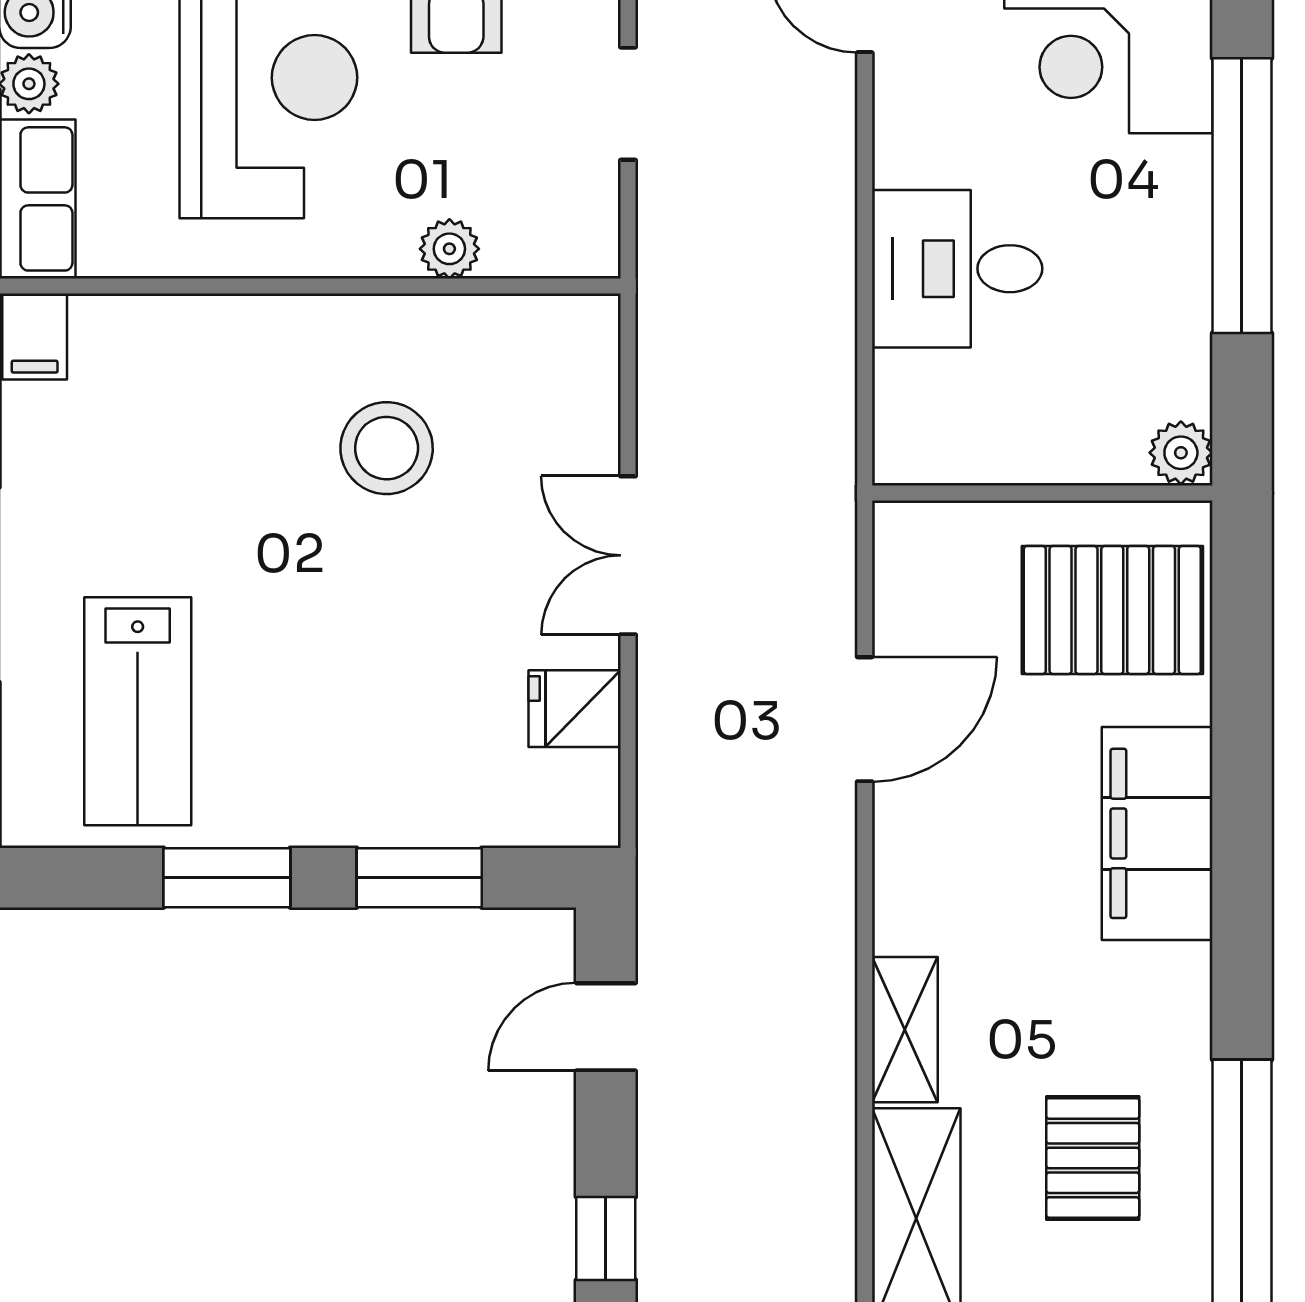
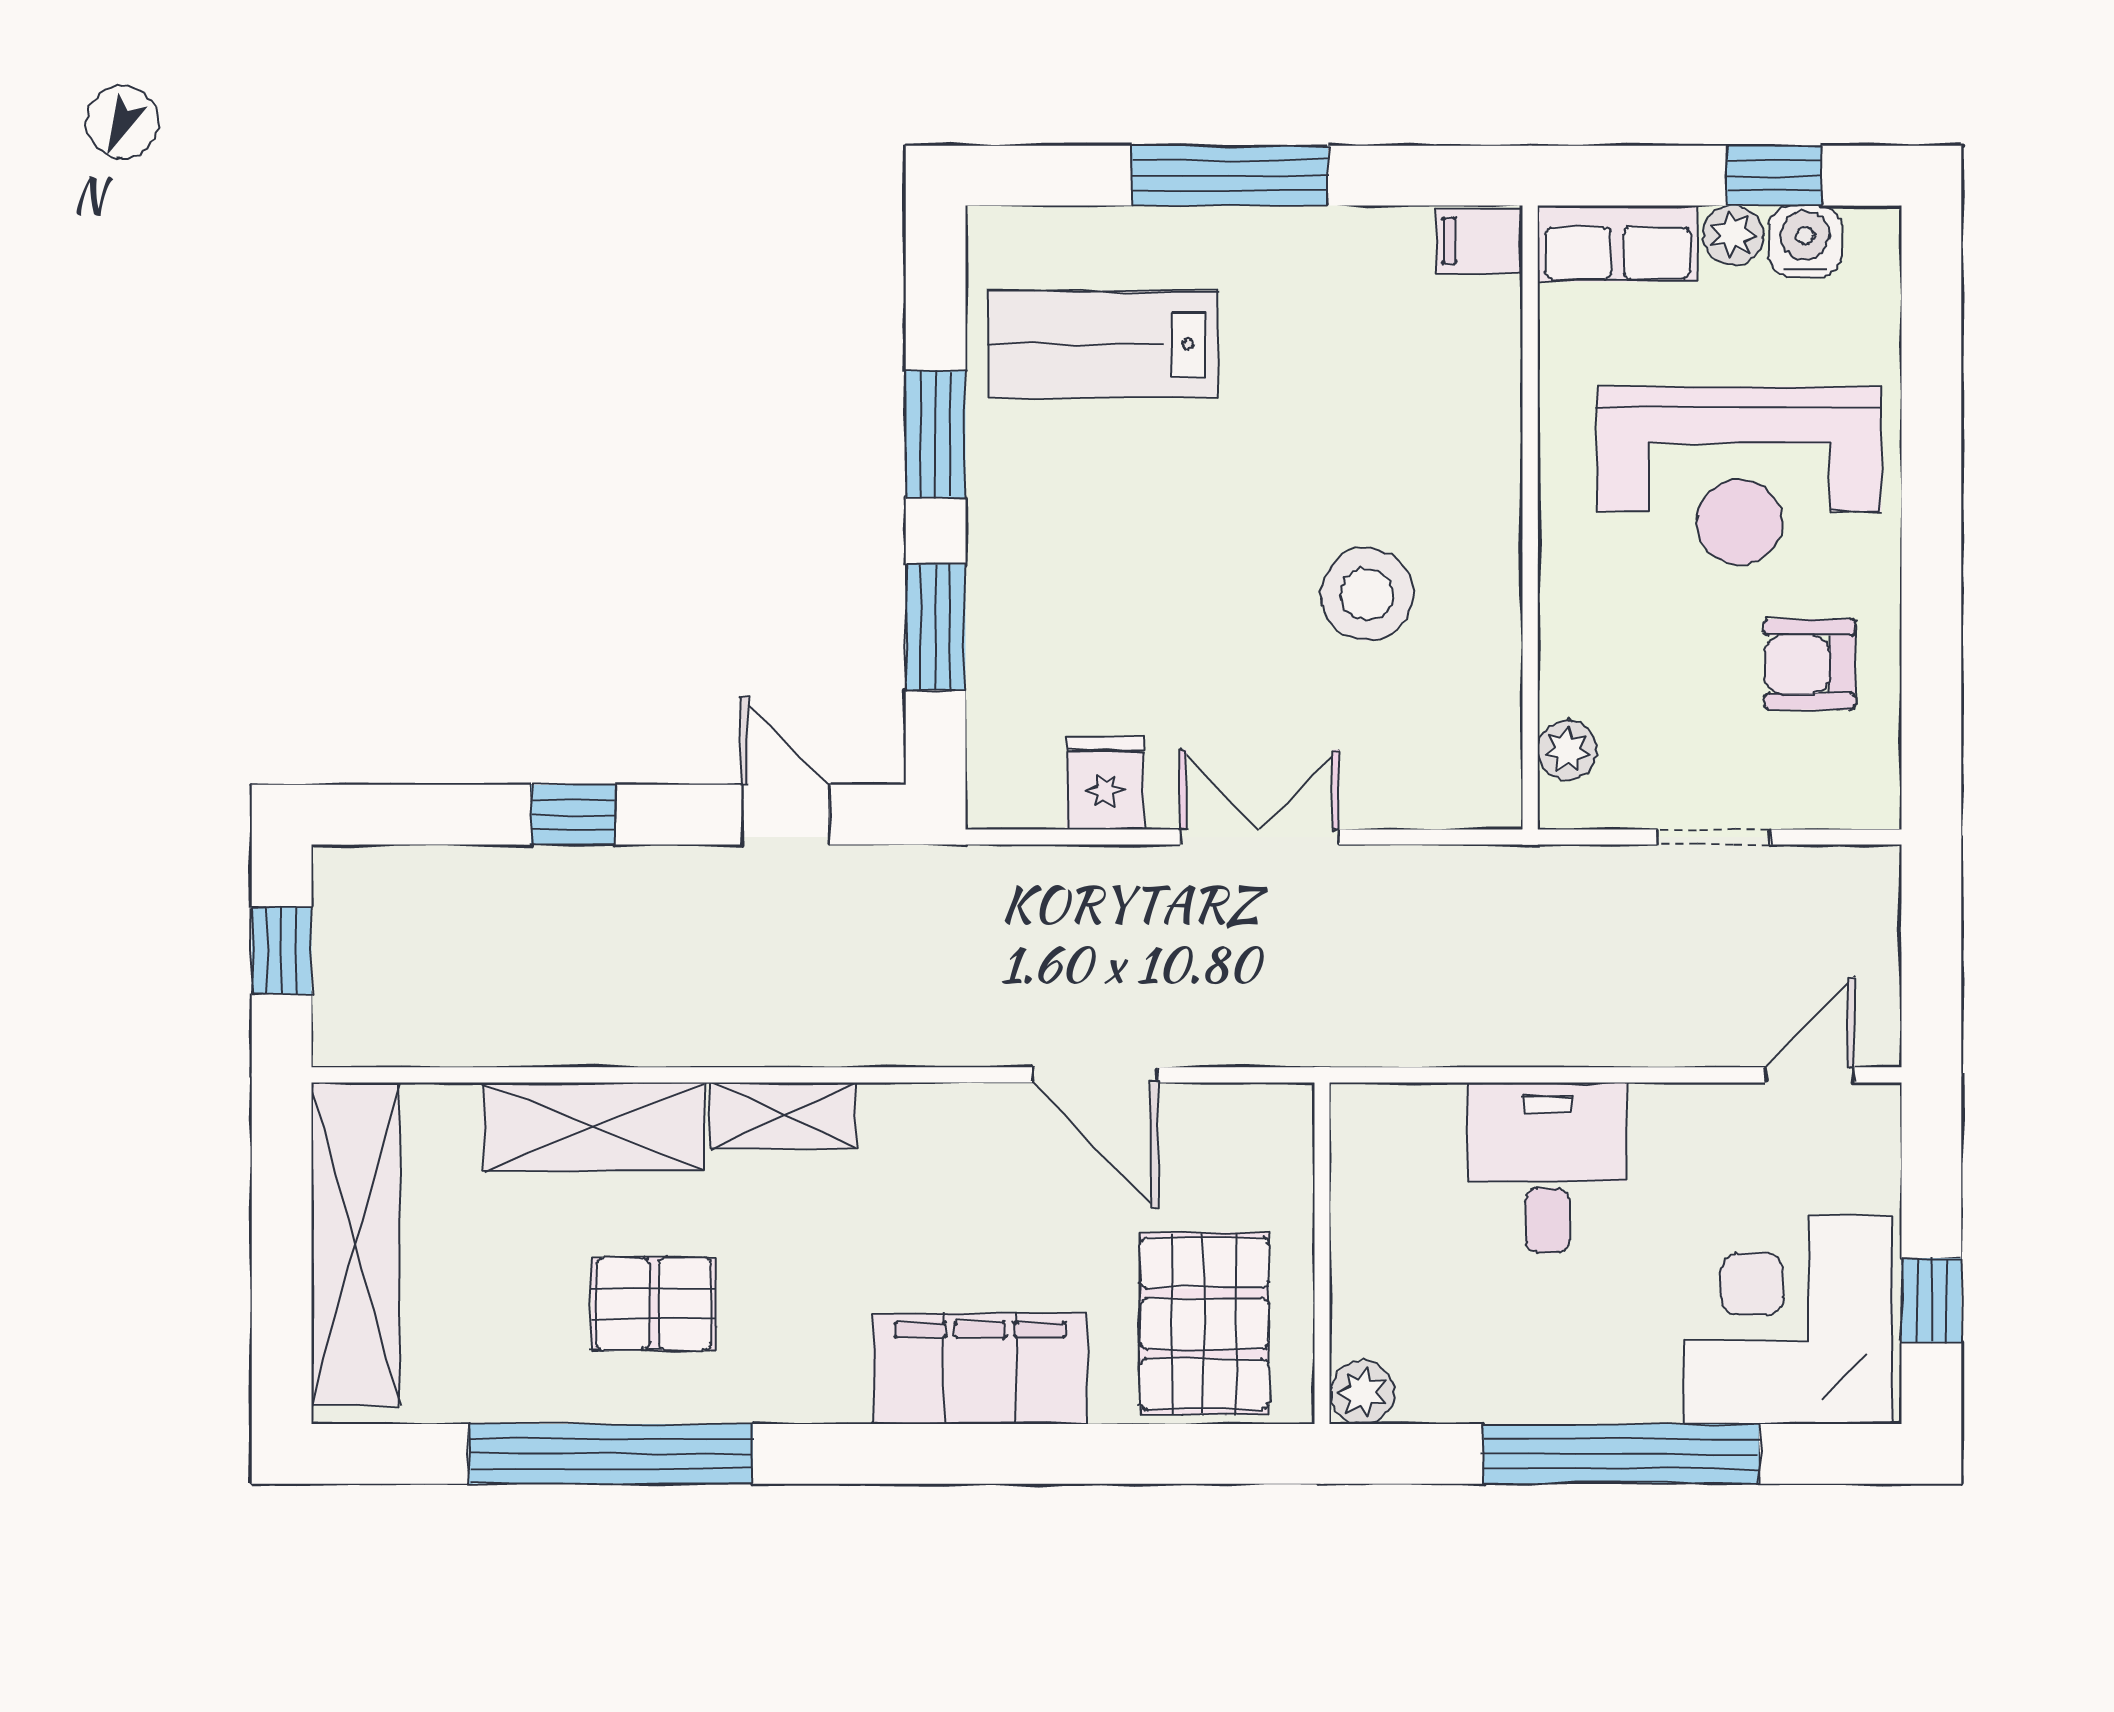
plant: (449, 249) -> (1567, 750), moved

